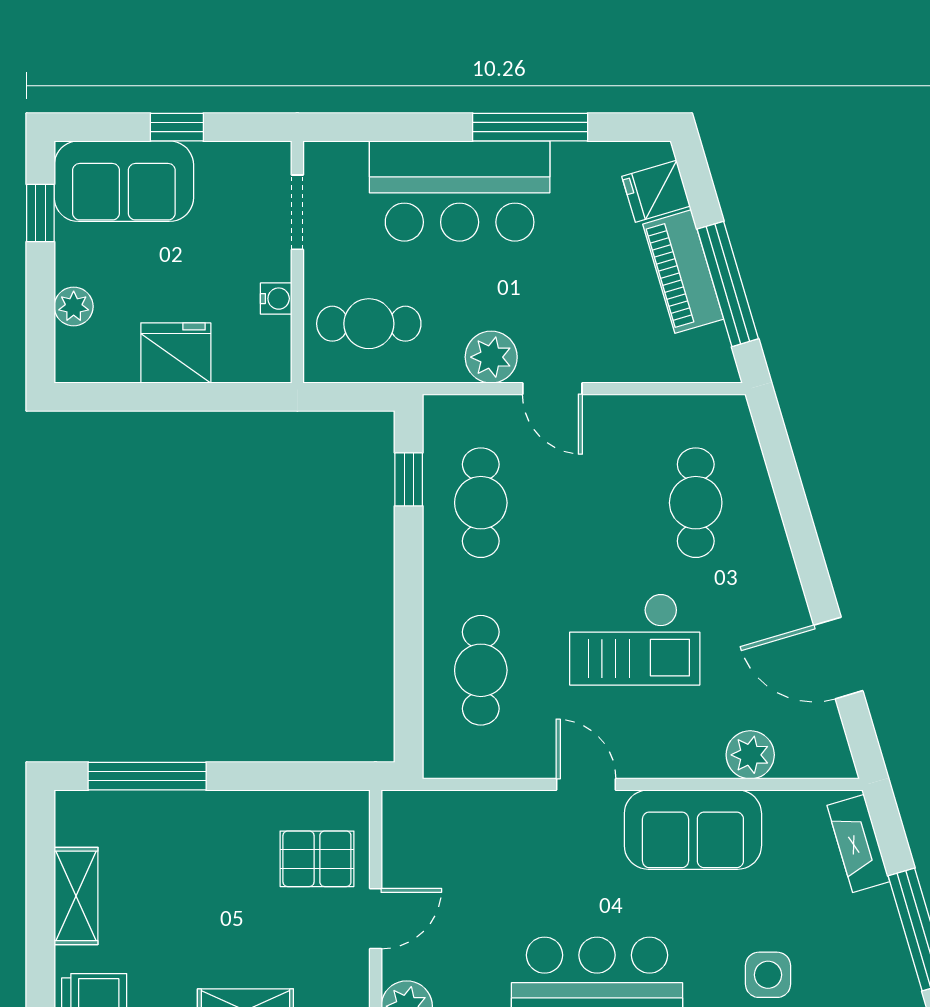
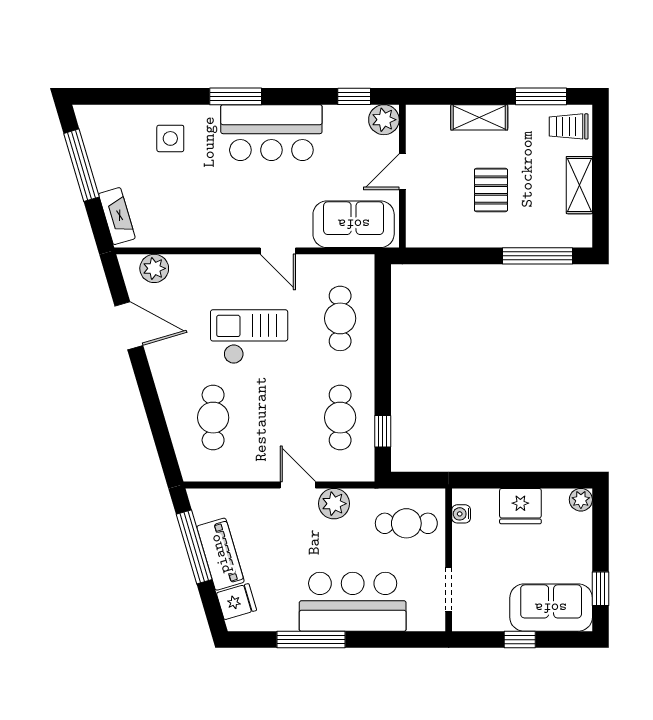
water cooler: (276, 299) -> (461, 514), moved
plant: (74, 306) -> (581, 500), moved
plant: (750, 755) -> (154, 268), moved
sofa: (693, 830) -> (354, 224), moved
pallet: (317, 859) -> (491, 190), moved, turned 90

